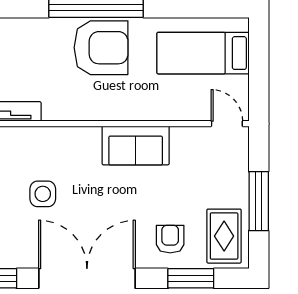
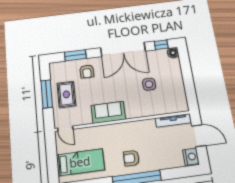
armchair: (101, 48) -> (131, 158), width x0.53, depth x0.53
rug: (224, 236) -> (66, 94), moved

